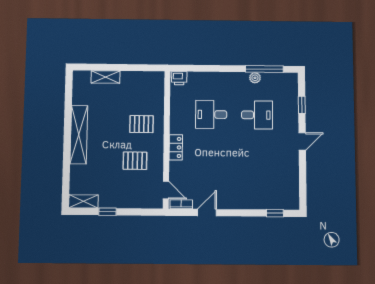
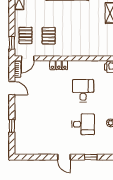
desk: (257, 115) -> (83, 124), turned -90
pallet: (141, 124) -> (25, 35), moved
window: (108, 212) -> (12, 43), moved
window: (275, 213) -> (12, 126), moved

